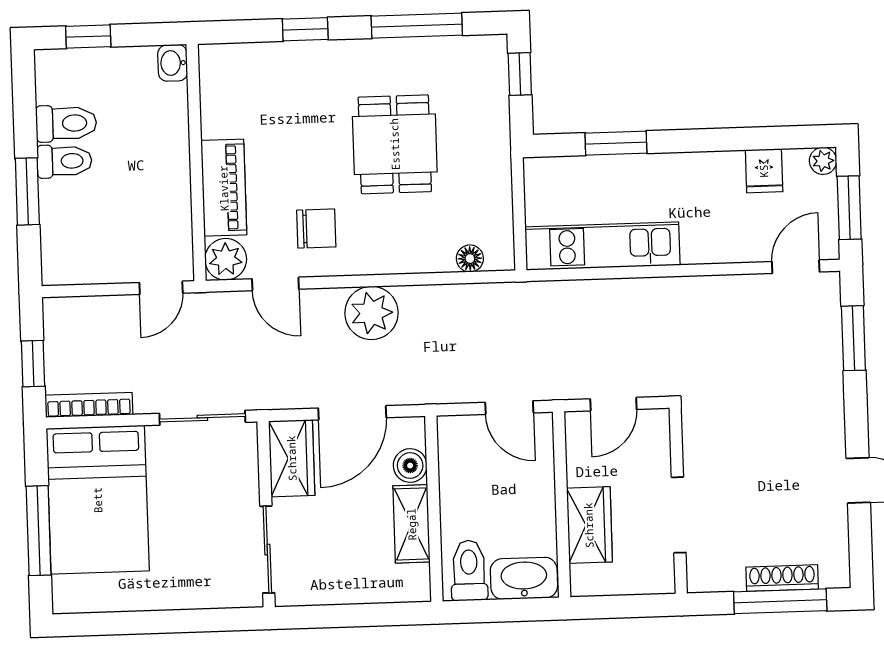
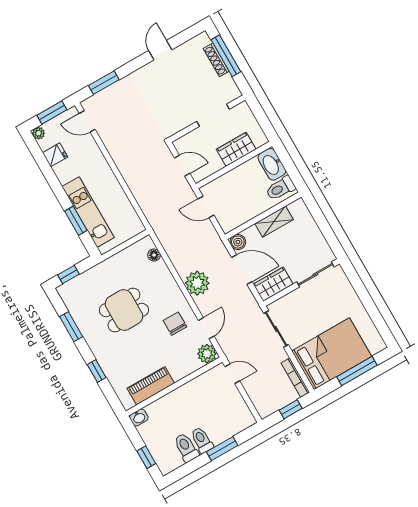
window: (417, 26) -> (71, 327), width x0.69
piano: (224, 188) -> (151, 386), moved
kitchen unit: (602, 246) -> (88, 212), moved, turned 180
door: (509, 408) -> (206, 207), swing flipped
boiler: (410, 466) -> (238, 242), moved

